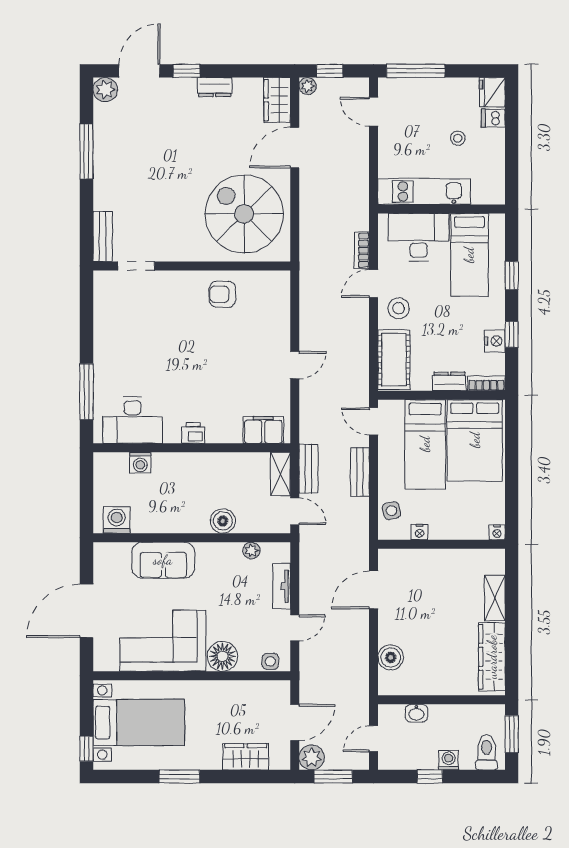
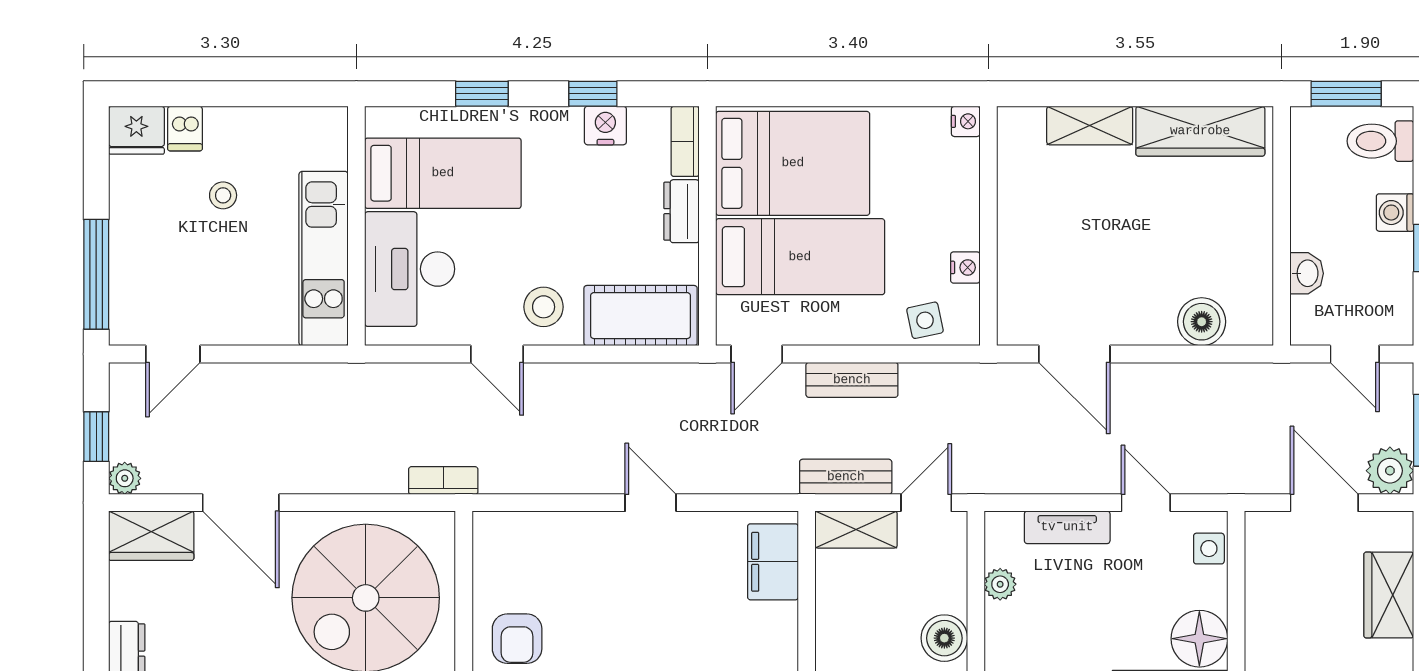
bookcase: (362, 250) -> (443, 481), moved, turned 180

